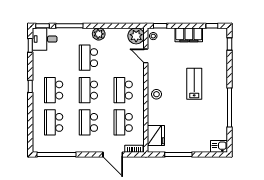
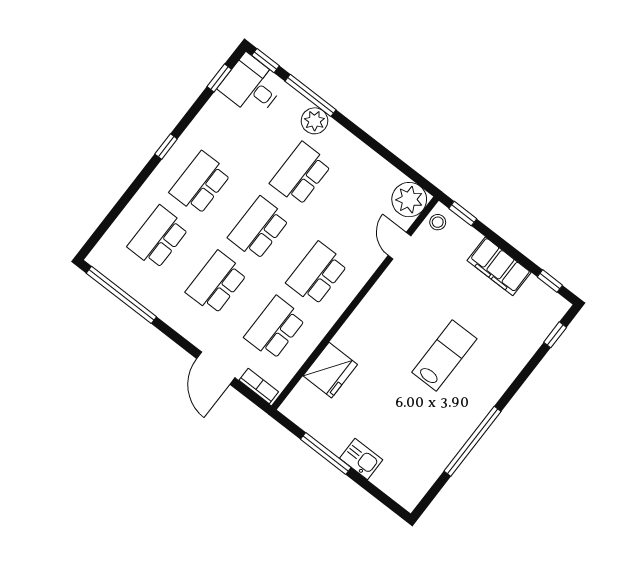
plant: (99, 34) -> (314, 121), moved
stool: (156, 94) -> (367, 324), removed
fridge: (156, 136) -> (330, 370), moved
kitchen sink: (219, 146) -> (361, 459), moved

